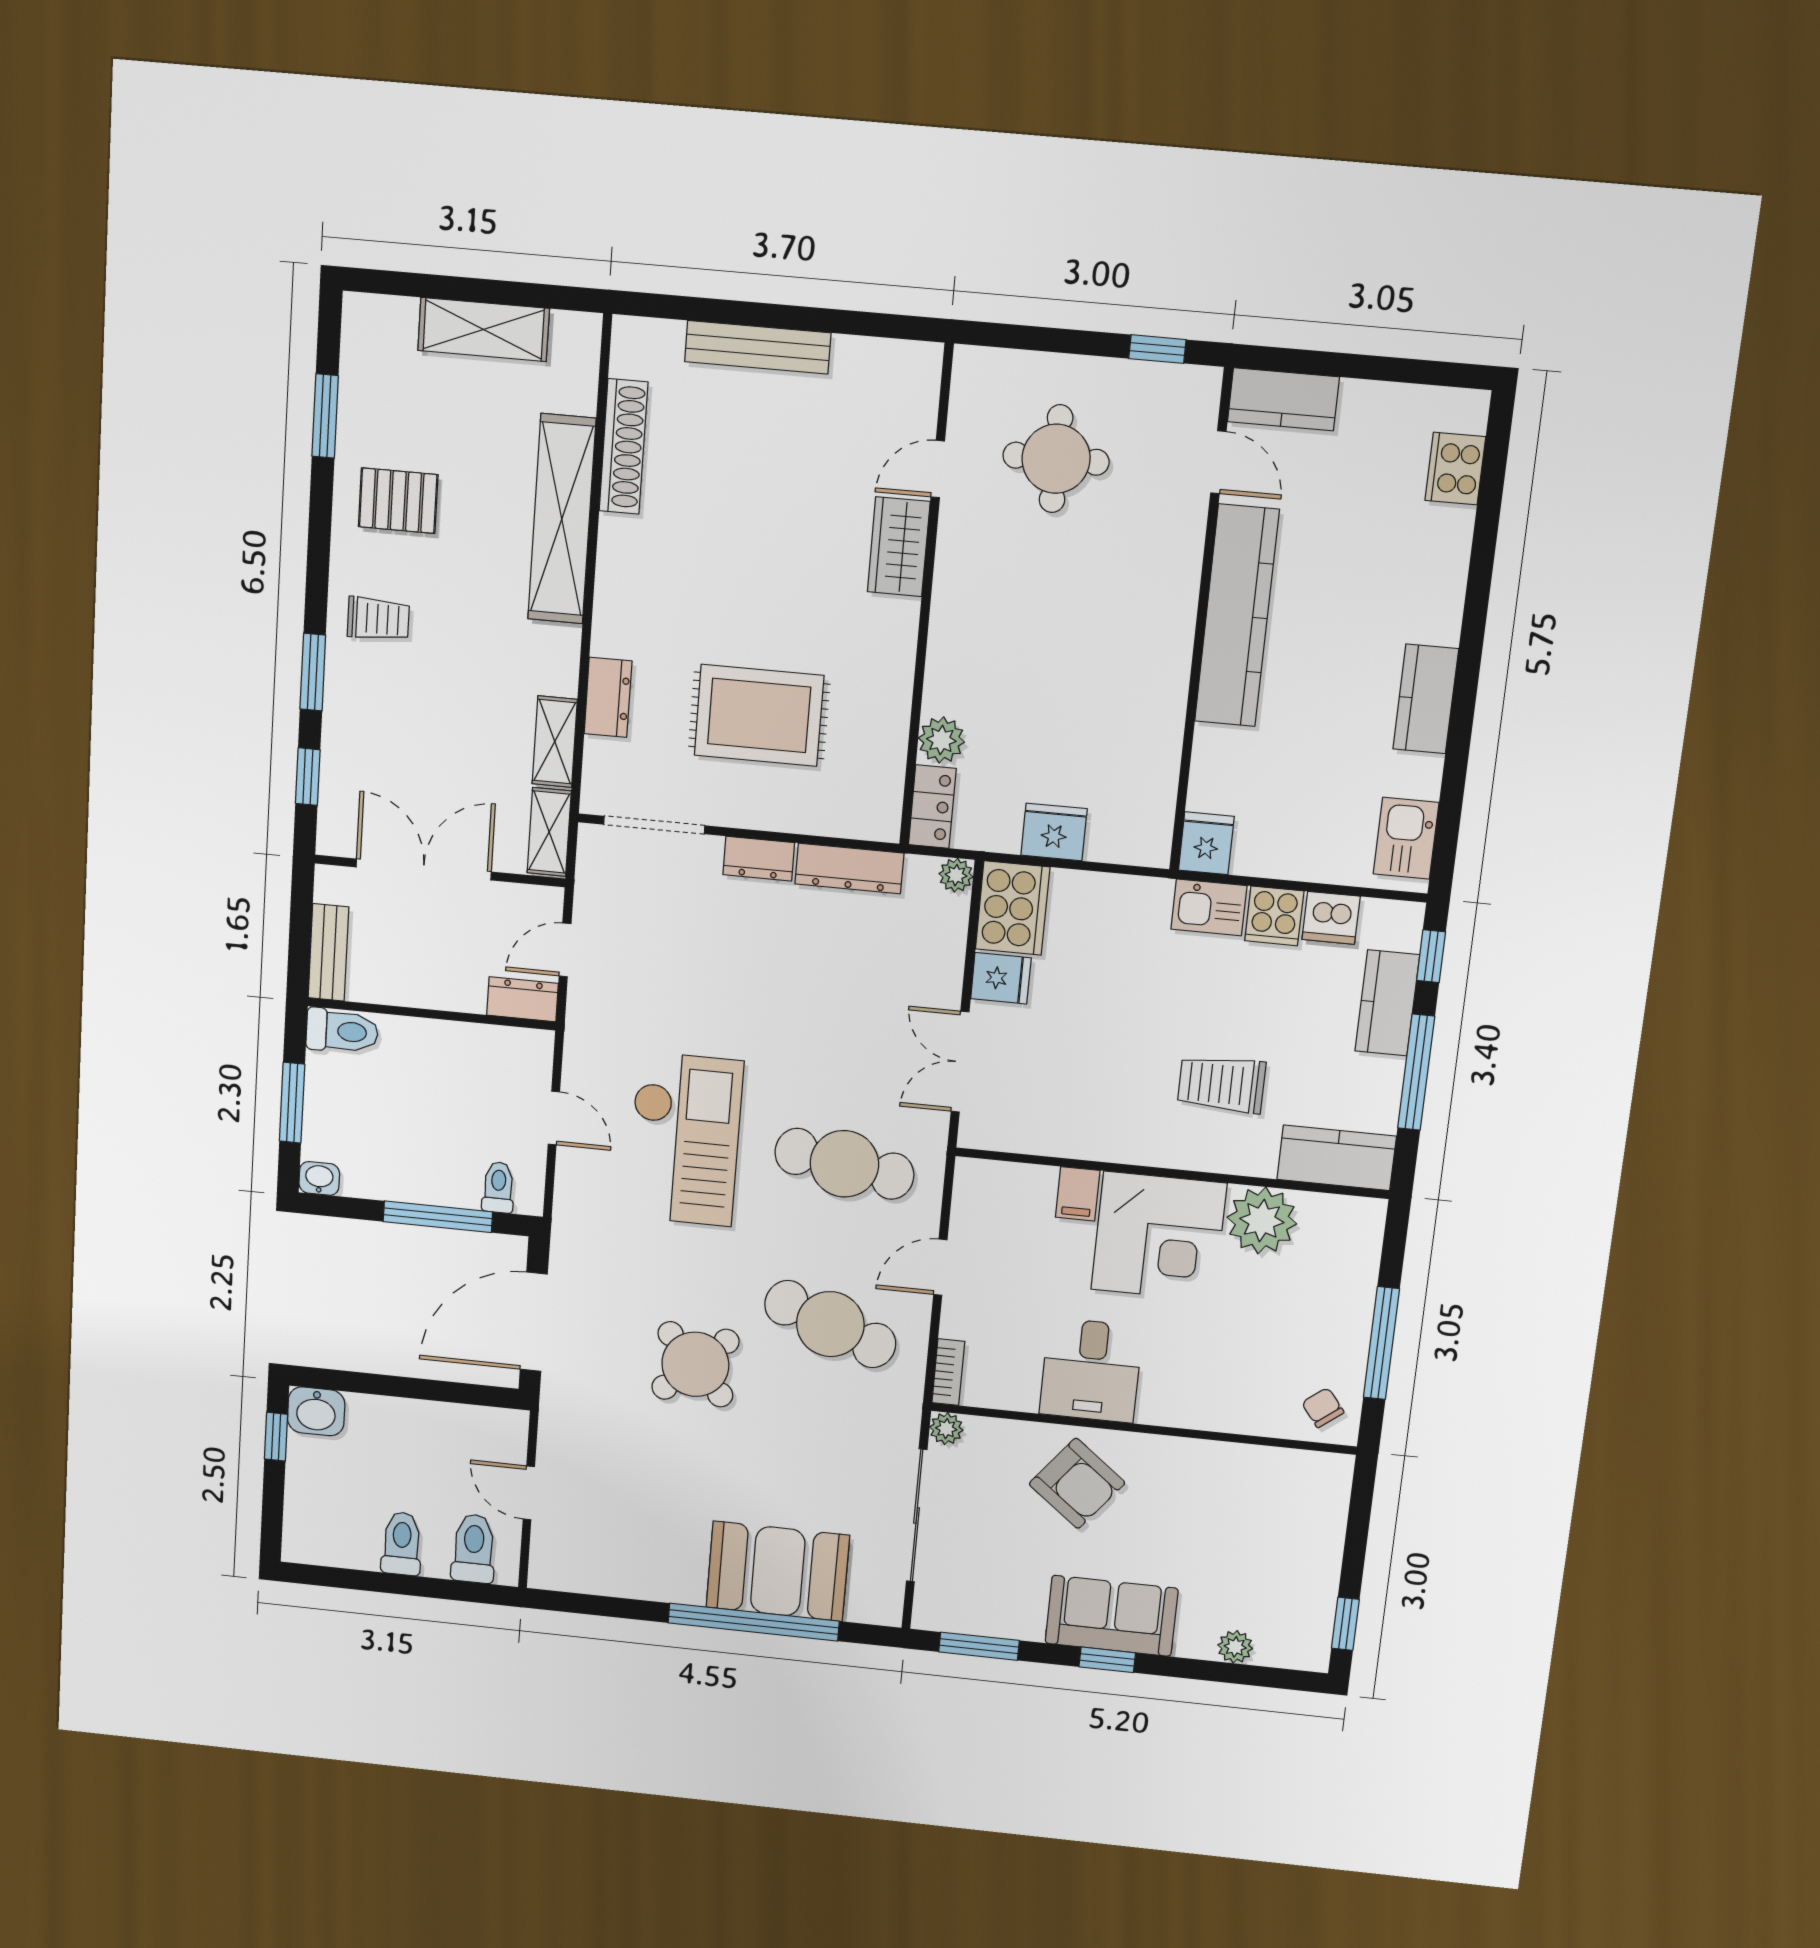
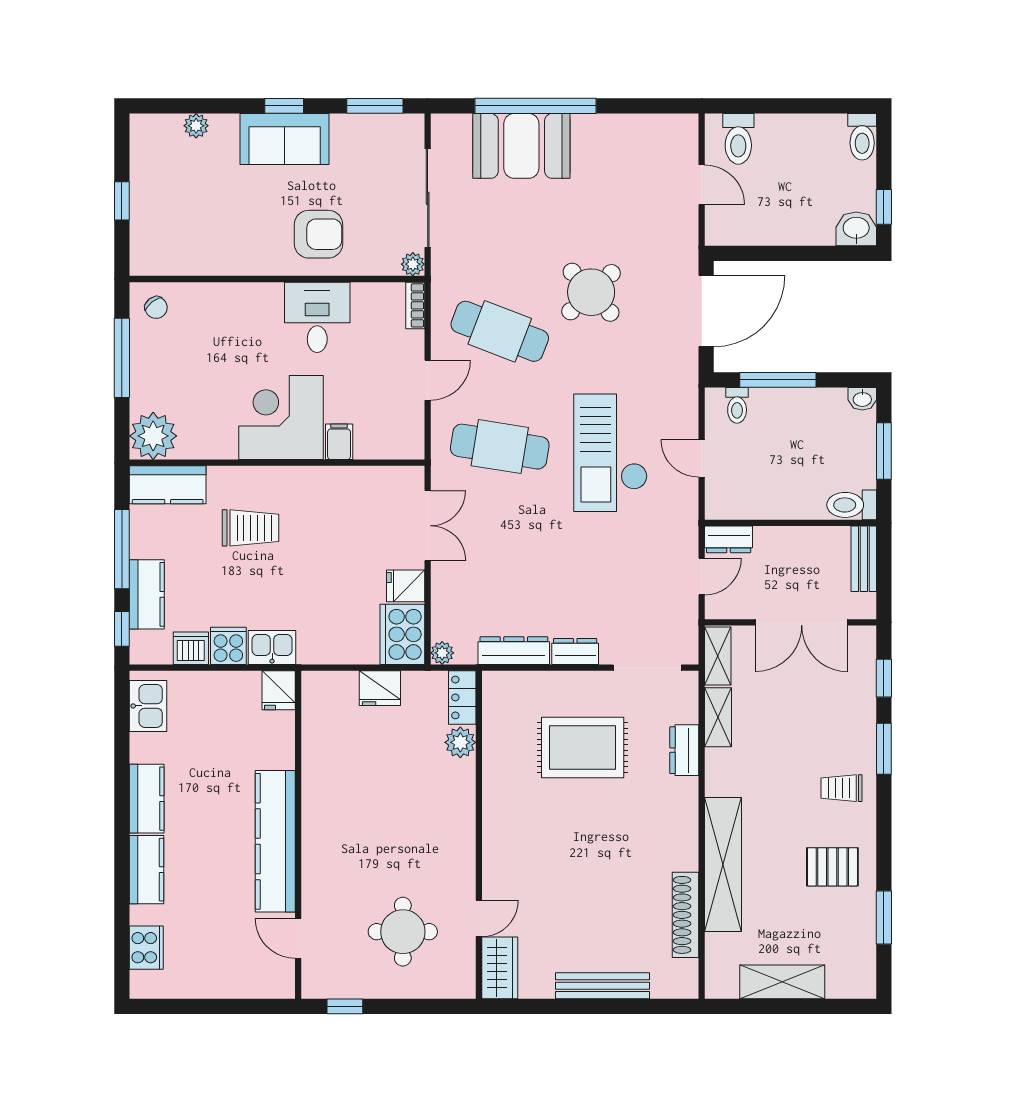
kitchen counter: (1283, 399) -> (147, 870), moved, turned 90
wardrobe: (899, 547) -> (500, 968), moved
plant: (1262, 1220) -> (153, 436), moved
armchair: (1077, 1483) -> (318, 234), turned 142
toilet: (402, 1544) -> (862, 137), moved
window: (1345, 1624) -> (122, 201), moved

